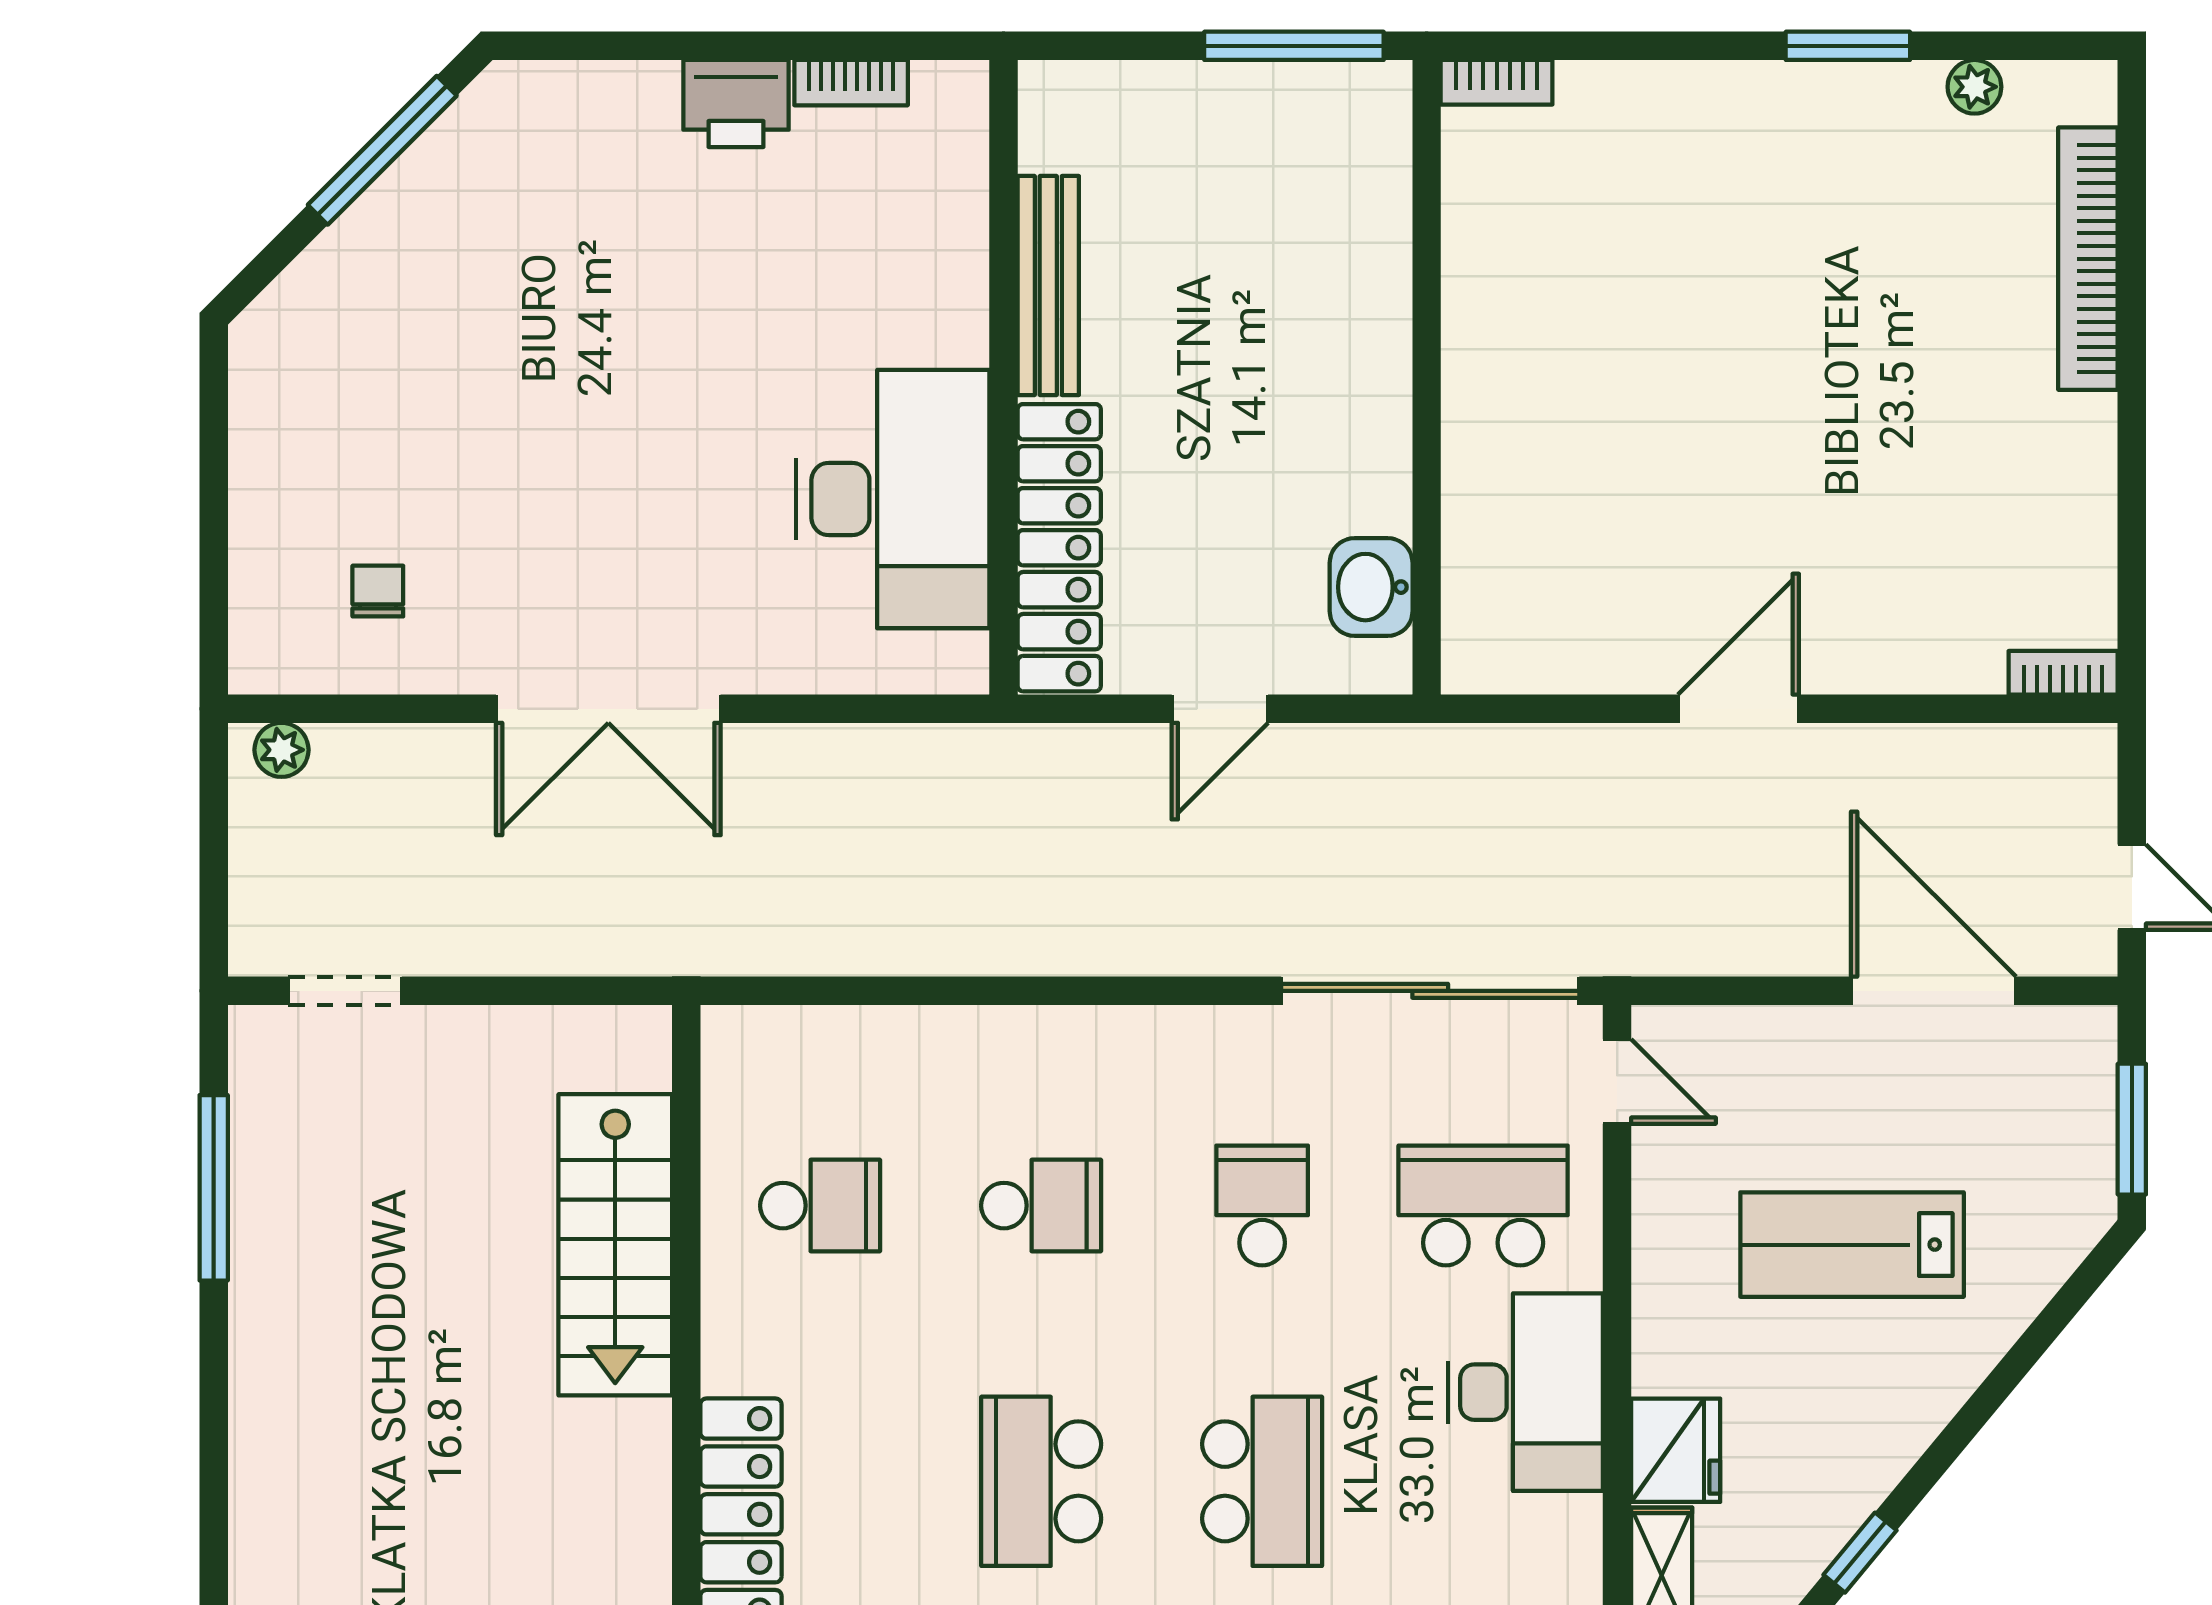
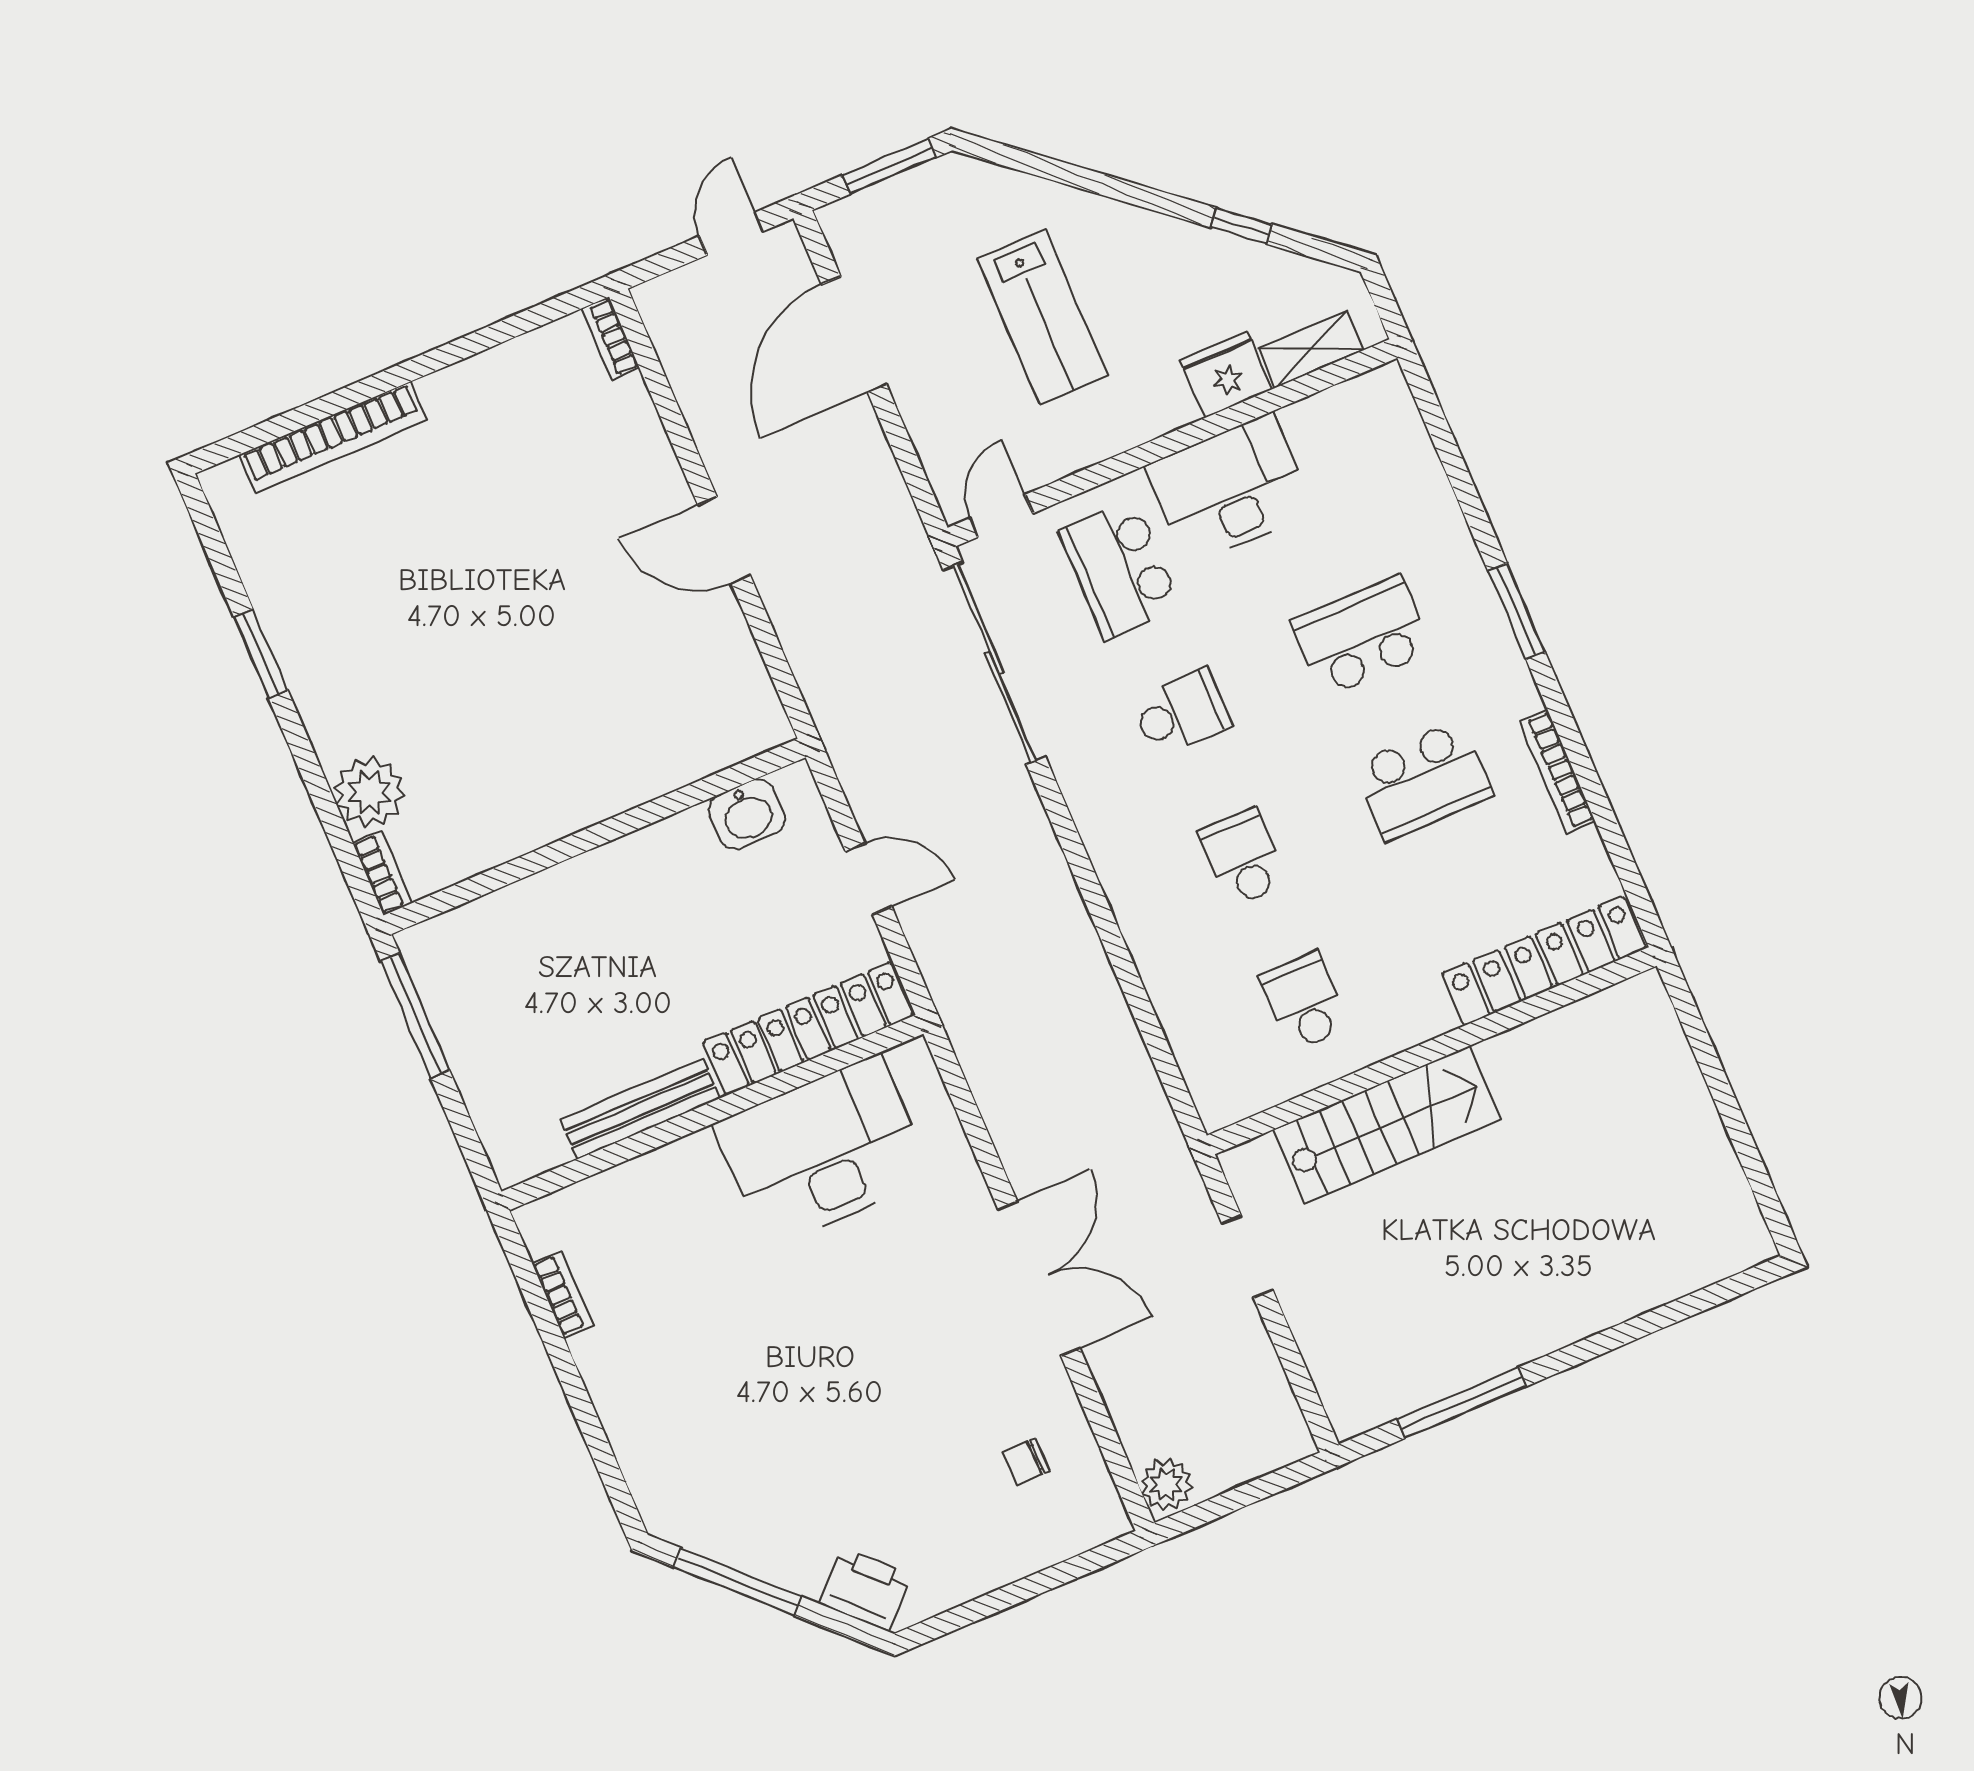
plant: (1974, 87) -> (370, 792), moved, width x1.88, depth x1.88
printer: (736, 104) -> (865, 1589), moved, turned -45
plant: (281, 750) -> (1166, 1484), width x1.38, depth x1.38
doorway: (345, 991) -> (1247, 1256), moved
school desk: (1262, 1206) -> (1181, 713), turned 180

